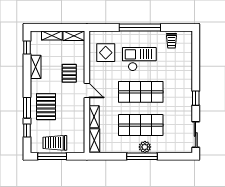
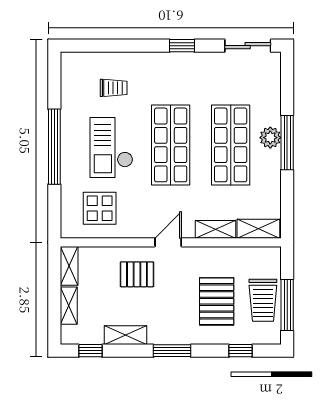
trolley: (172, 41) -> (114, 88), moved
pallet: (46, 107) -> (217, 301), moved, turned 90
window: (27, 108) -> (172, 351), moved

